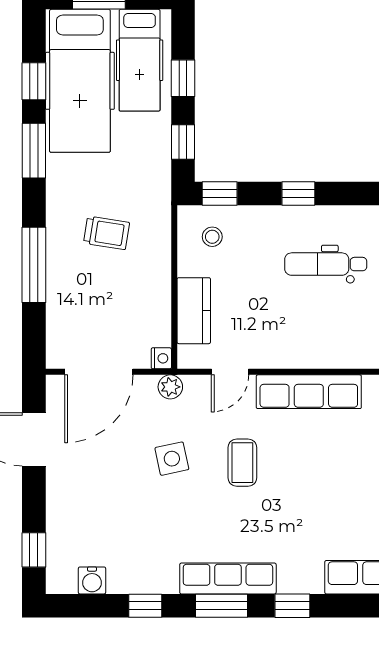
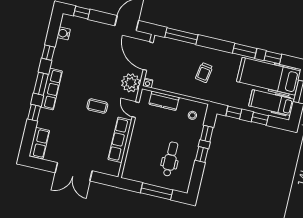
window: (220, 193) -> (207, 134), moved
window: (34, 265) -> (181, 36), moved
plant: (170, 387) -> (131, 83), width x1.87, depth x1.87
side table: (172, 459) -> (106, 78), removed

